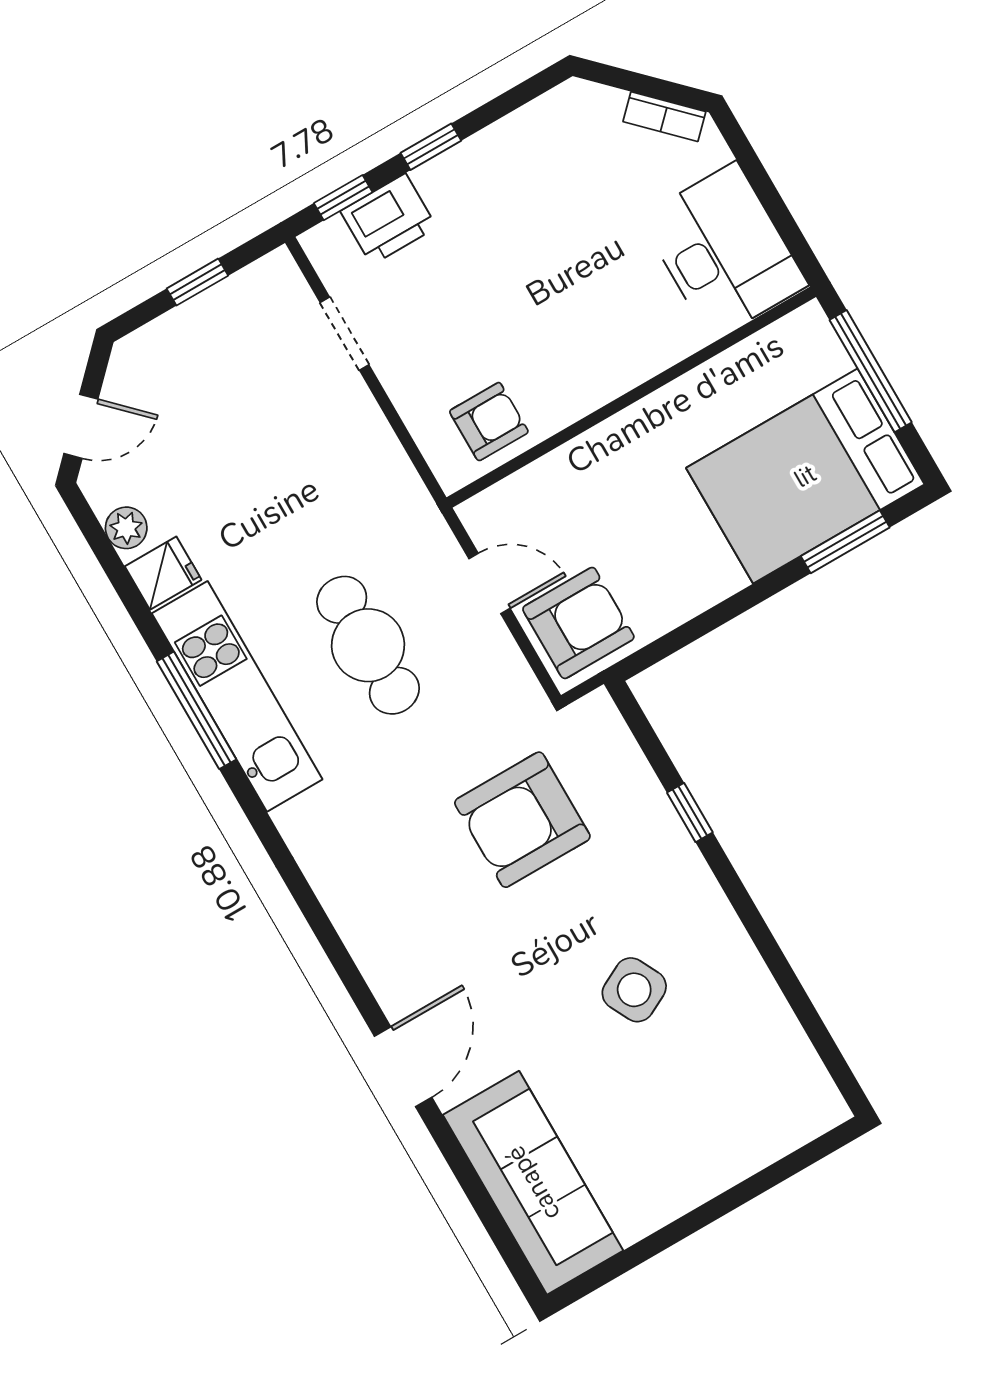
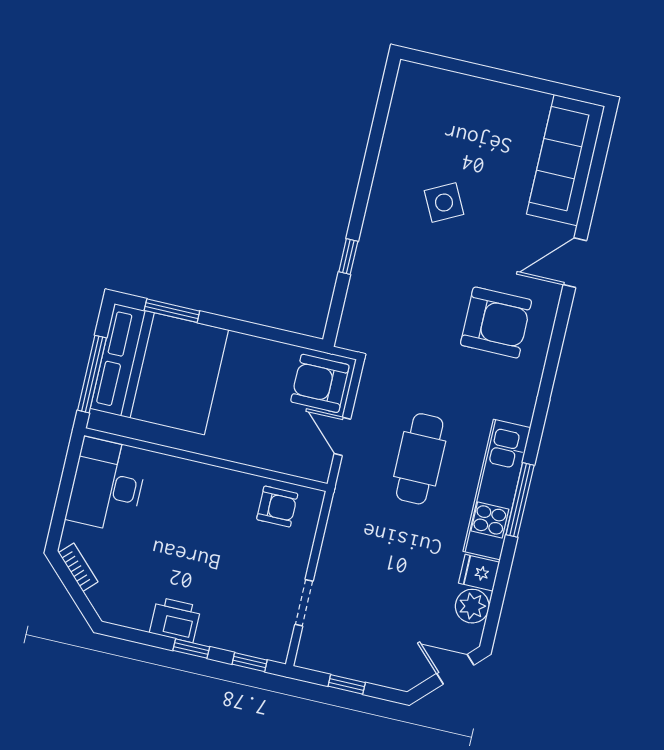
printer: (389, 219) -> (175, 620), moved
armchair: (489, 422) -> (277, 507), turned 180
bed: (805, 476) -> (159, 369), width x1.36
plant: (126, 528) -> (472, 606), width x1.38, depth x1.38
armchair: (522, 820) -> (496, 322), moved

